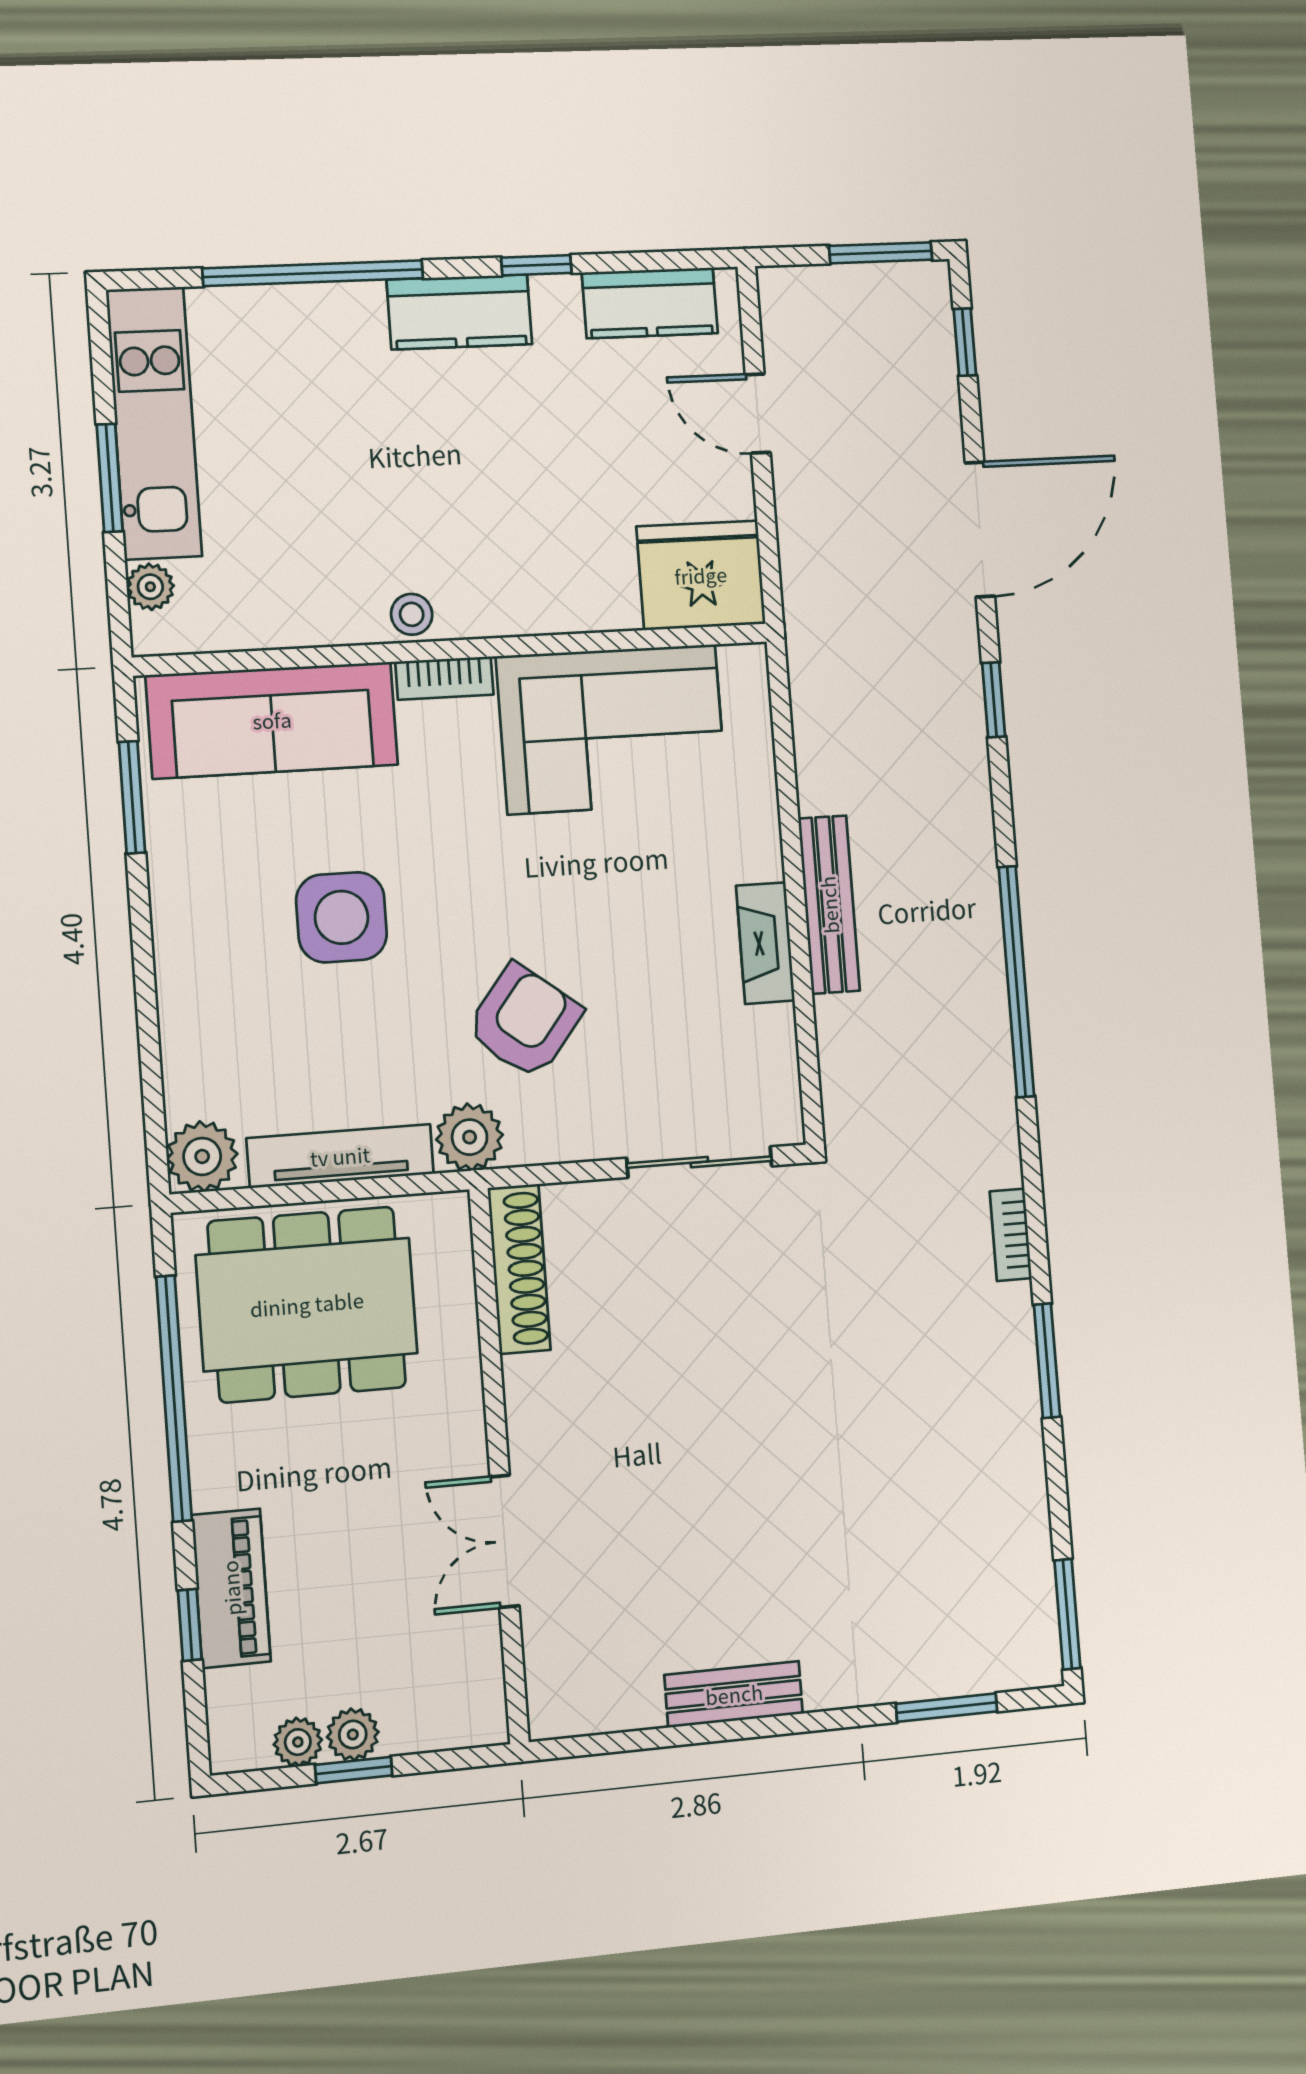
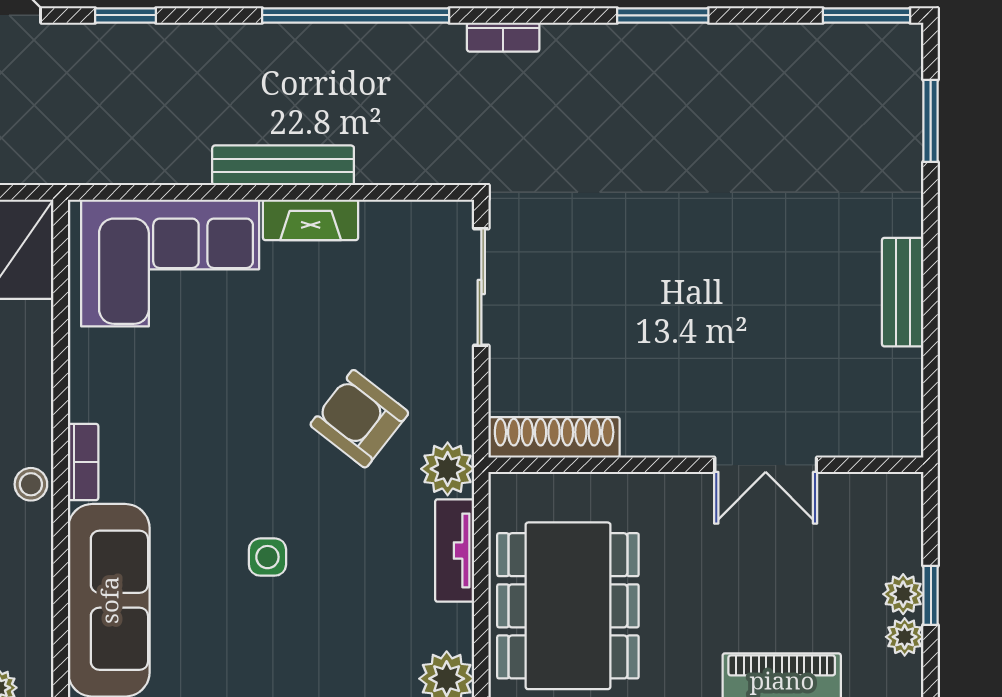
corner sofa: (612, 729) -> (170, 263), moved, turned 90
side table: (342, 917) -> (267, 557), width x0.54, depth x0.54
tv unit: (340, 1156) -> (455, 550), width x0.71
bookcase: (1011, 1235) -> (503, 37), moved

